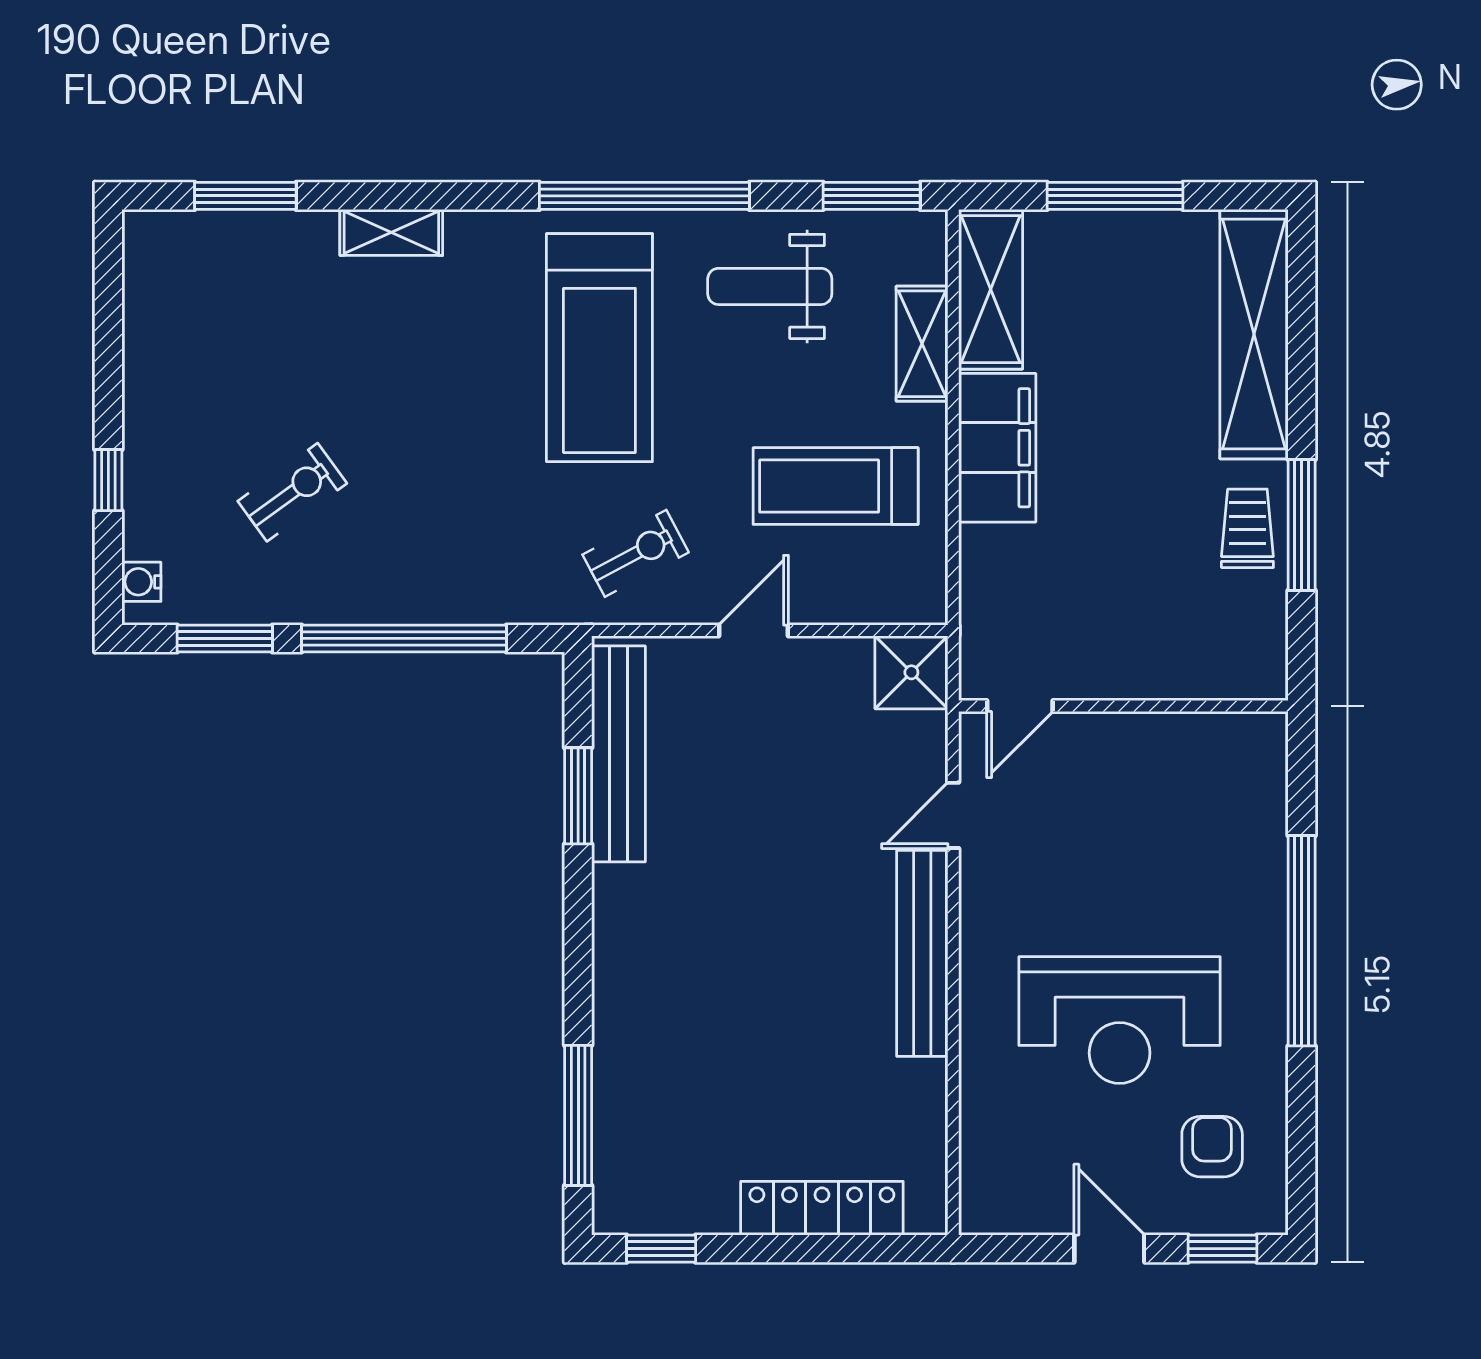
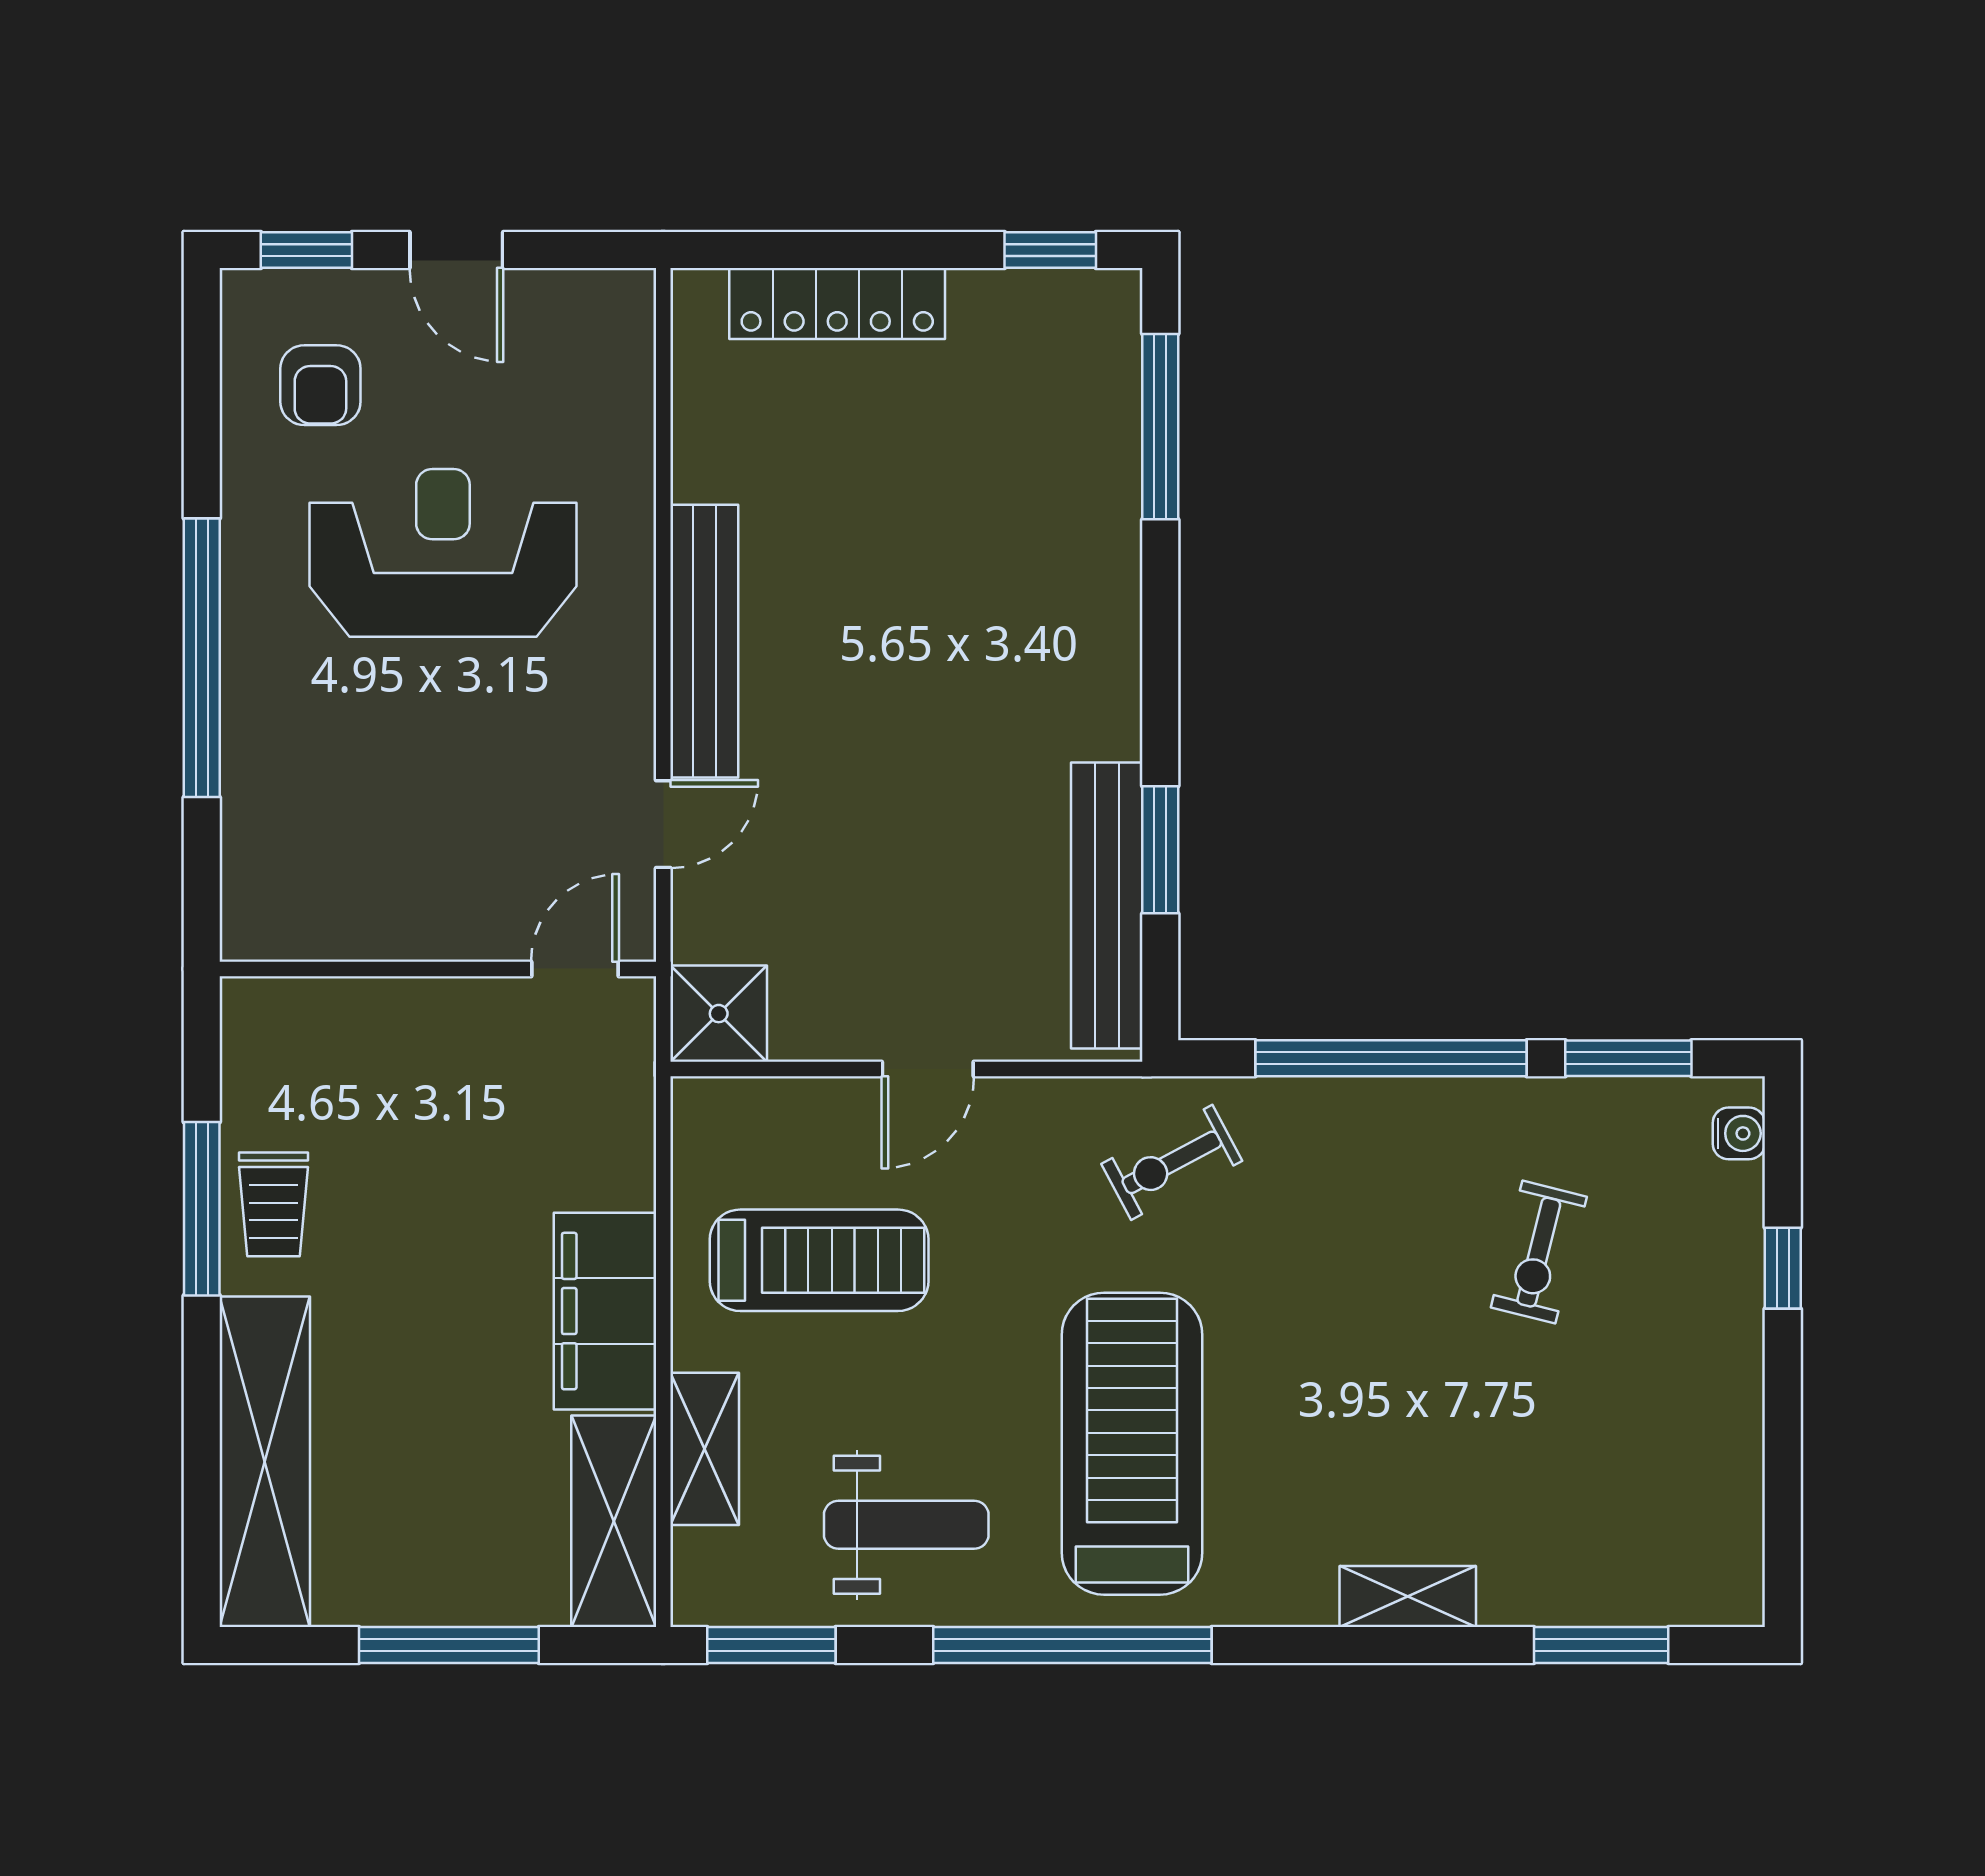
exercise bike: (292, 492) -> (1539, 1252), turned -40
exercise bike: (636, 553) -> (1172, 1162), moved

